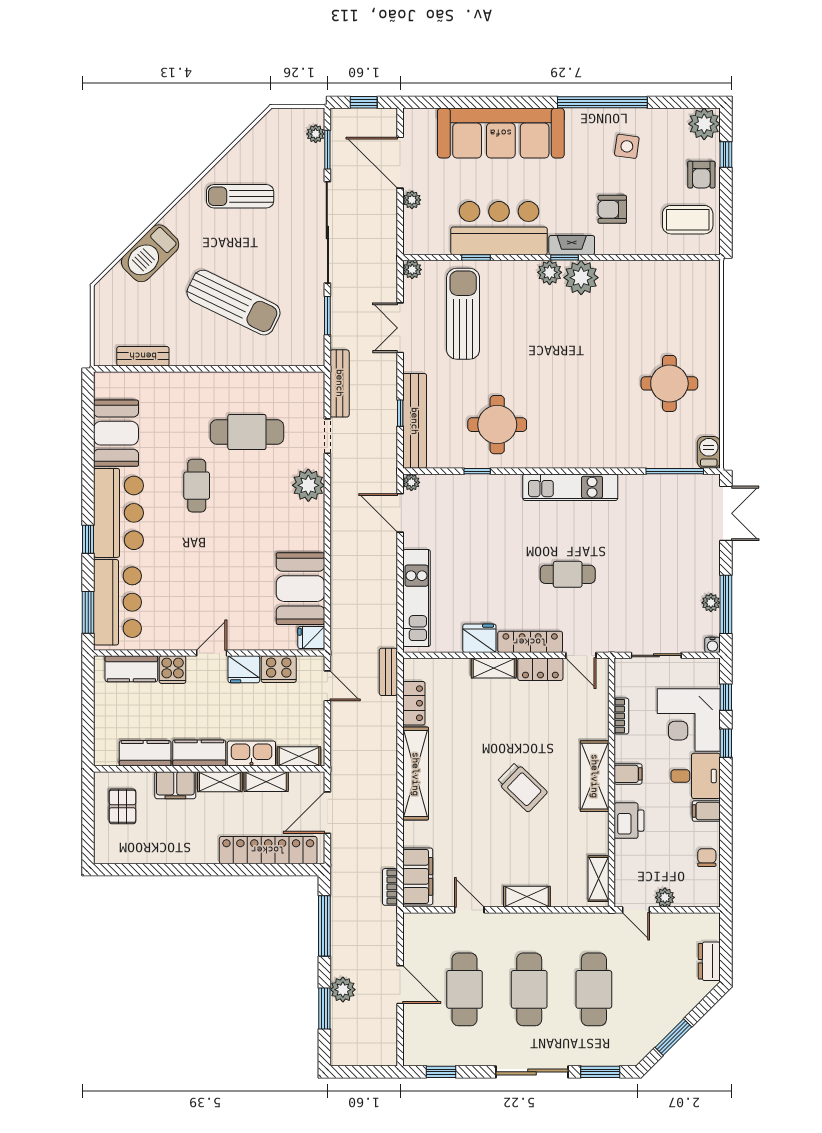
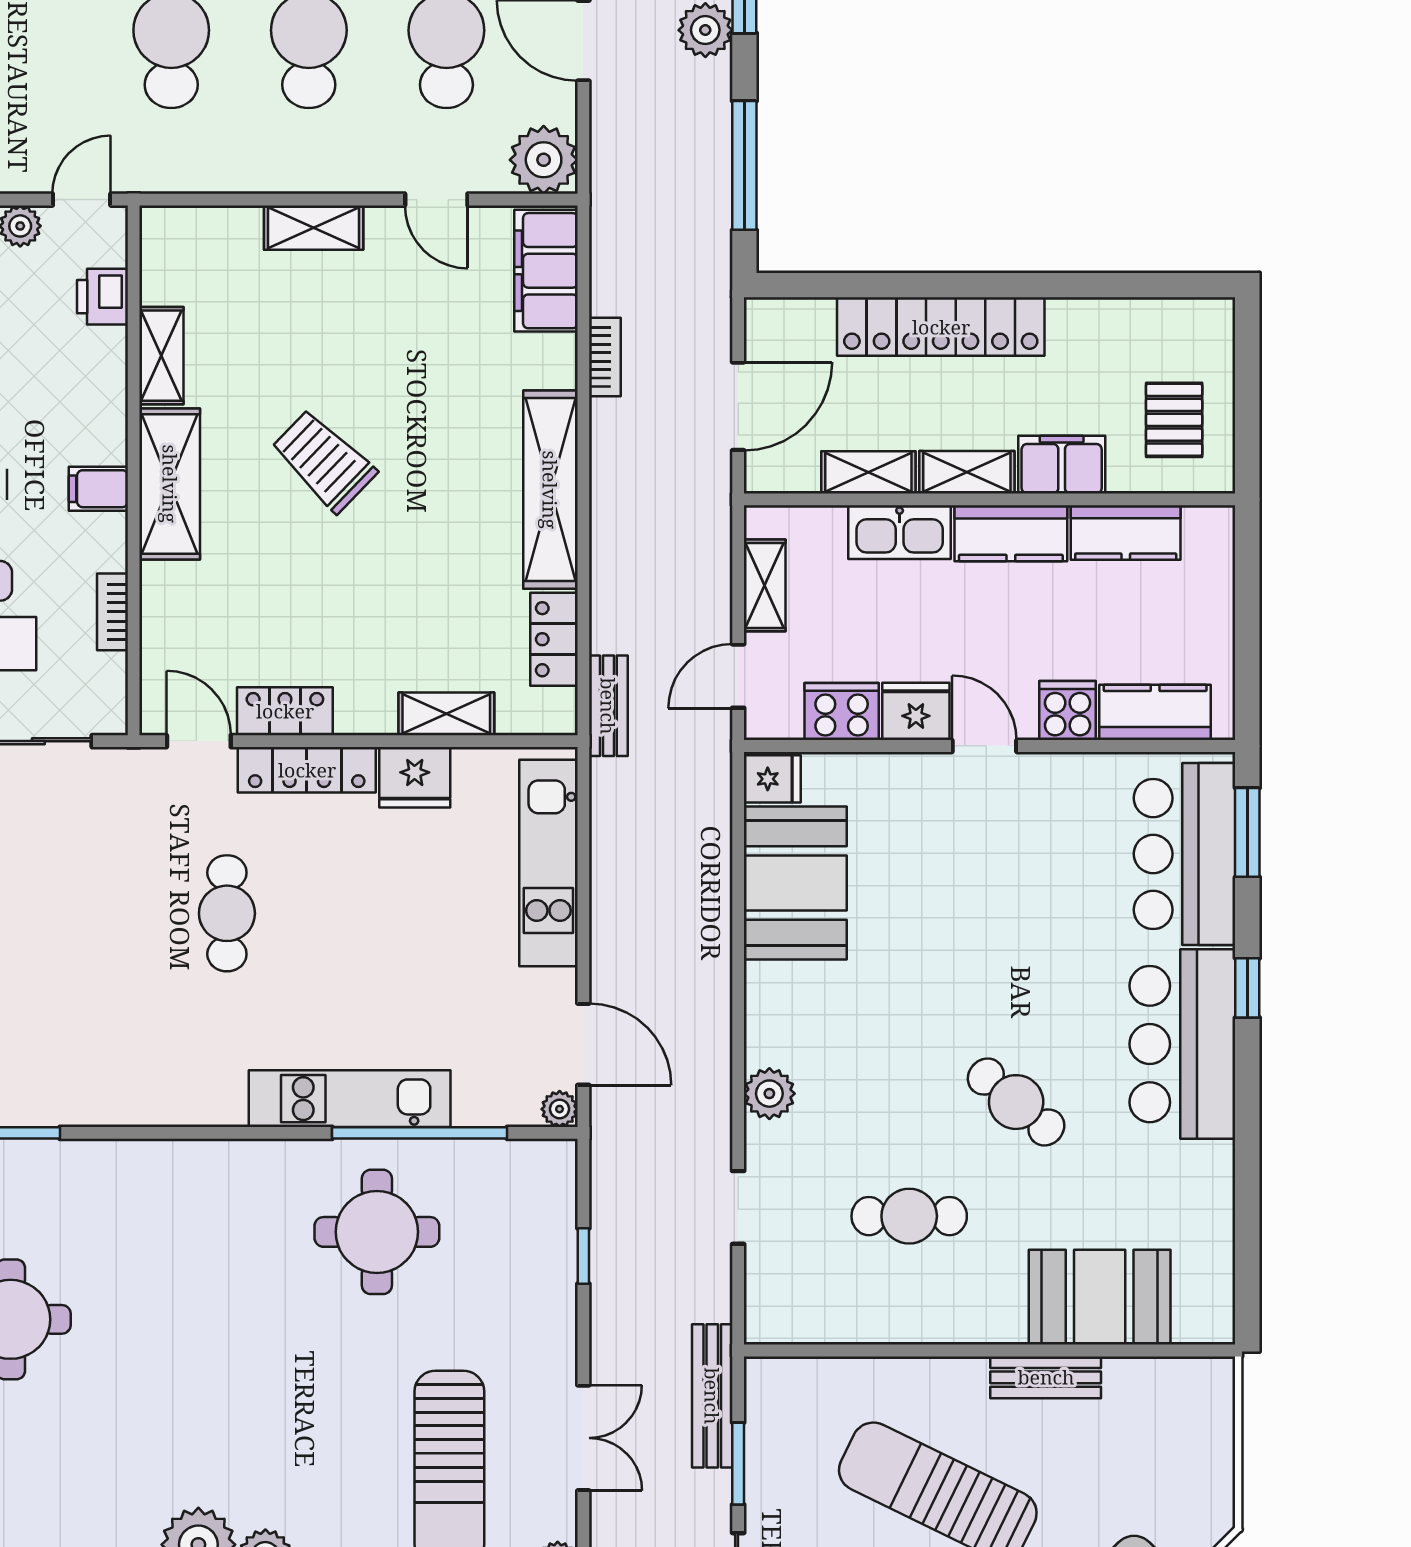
bench: (143, 356) -> (1046, 1377), moved
bench: (340, 383) -> (712, 1396), moved
bench: (415, 421) -> (552, 1240), removed
cafe table: (247, 432) -> (909, 1216), width x0.73, depth x0.74
booth: (116, 433) -> (1100, 1297), moved, turned 90
window: (477, 471) -> (420, 1133), width x3.17
plant: (308, 485) -> (769, 1094), width x0.73, depth x0.73
cafe table: (197, 486) -> (1016, 1102), turned -50
kitchen unit: (570, 487) -> (350, 1099), moved
cafe table: (568, 574) -> (227, 913), turned 90
door: (212, 653) -> (984, 746), swing flipped
shelving: (494, 668) -> (446, 714), moved
door: (327, 686) -> (738, 676), hinge flipped
shelving: (299, 756) -> (765, 585), moved, turned 90
printer: (629, 821) -> (102, 297), moved, width x0.73, depth x0.81
locker: (268, 850) -> (941, 327), moved
shelving: (598, 879) -> (161, 356), moved
bookcase: (390, 887) -> (605, 357), moved
door: (636, 910) -> (82, 200), hinge flipped
plant: (419, 929) -> (544, 160), added

